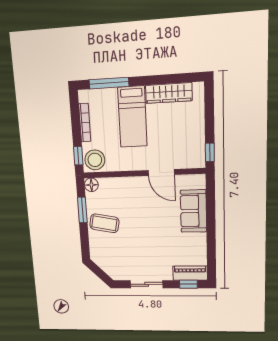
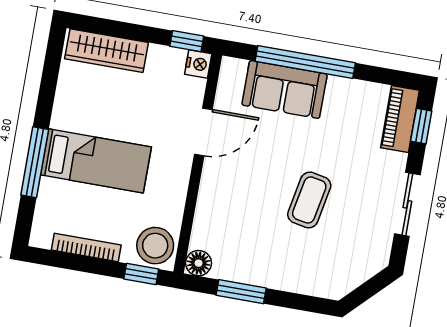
window: (109, 83) -> (35, 162), moved
wardrobe: (169, 93) -> (107, 51), moved, turned 90
nightstand: (198, 162) -> (198, 64), added
window: (211, 219) -> (305, 62), added
coffee table: (104, 223) -> (309, 200), moved

